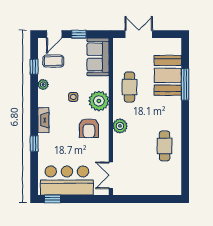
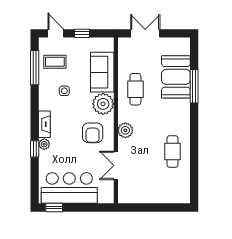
door: (54, 34) -> (56, 33), swing flipped
sofa: (98, 57) -> (102, 72), moved
window: (34, 67) -> (35, 68), width x2.17
plant: (43, 85) -> (44, 144), moved
side table: (73, 97) -> (64, 91), moved
double door: (111, 175) -> (116, 165), moved

